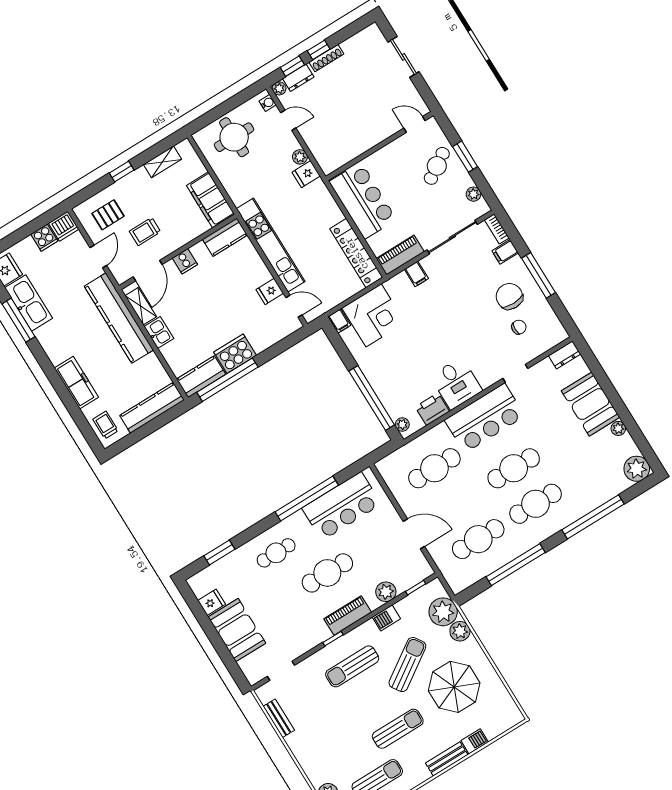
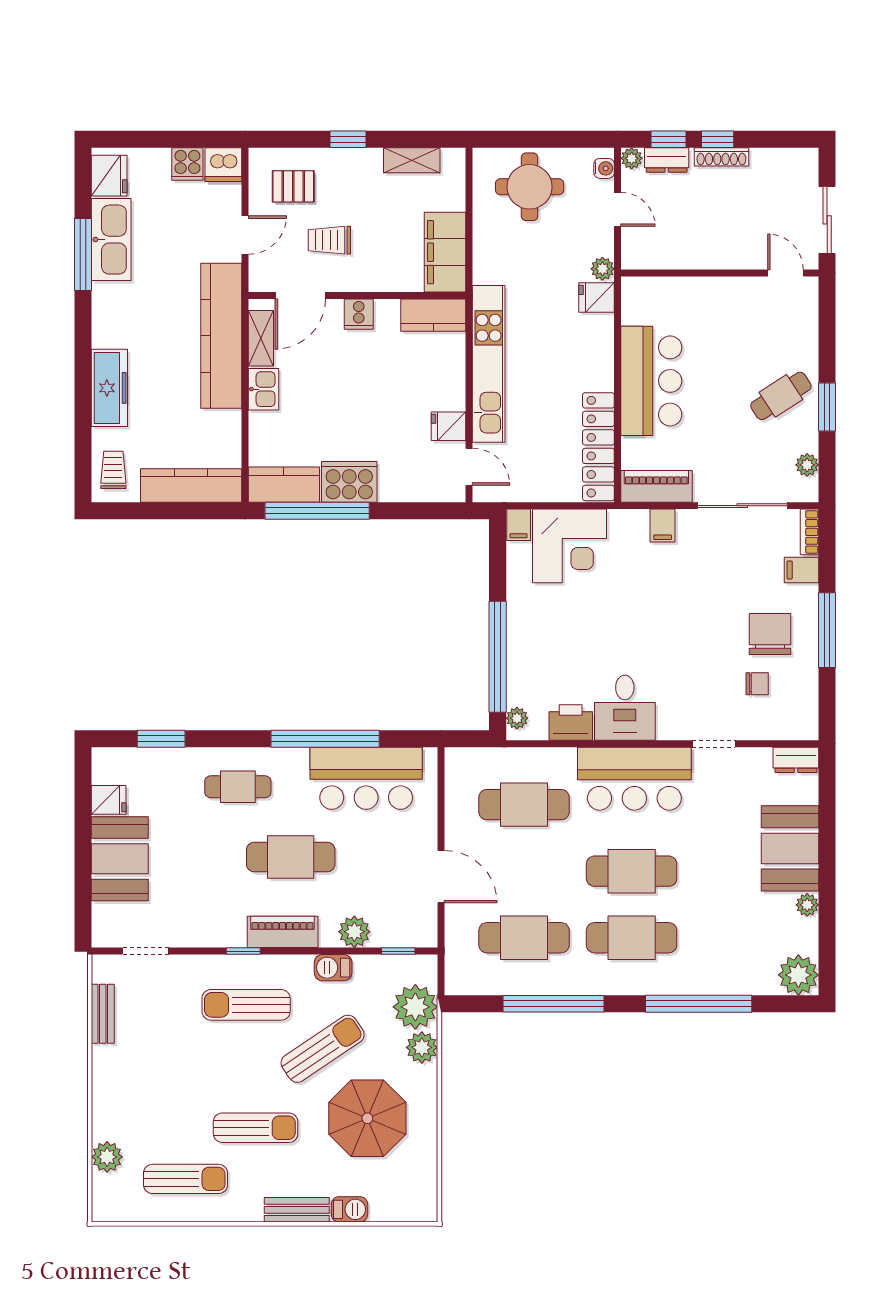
door: (415, 124) -> (785, 273), moved
wall: (380, 146) -> (720, 273), moved

